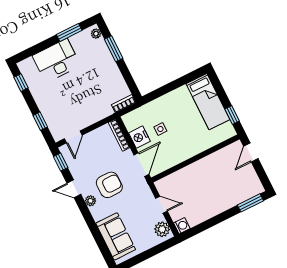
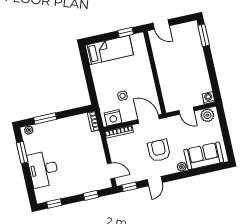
nightstand: (139, 137) -> (113, 118), moved
plant: (90, 201) -> (182, 167), moved
door: (161, 205) -> (187, 111), swing flipped

